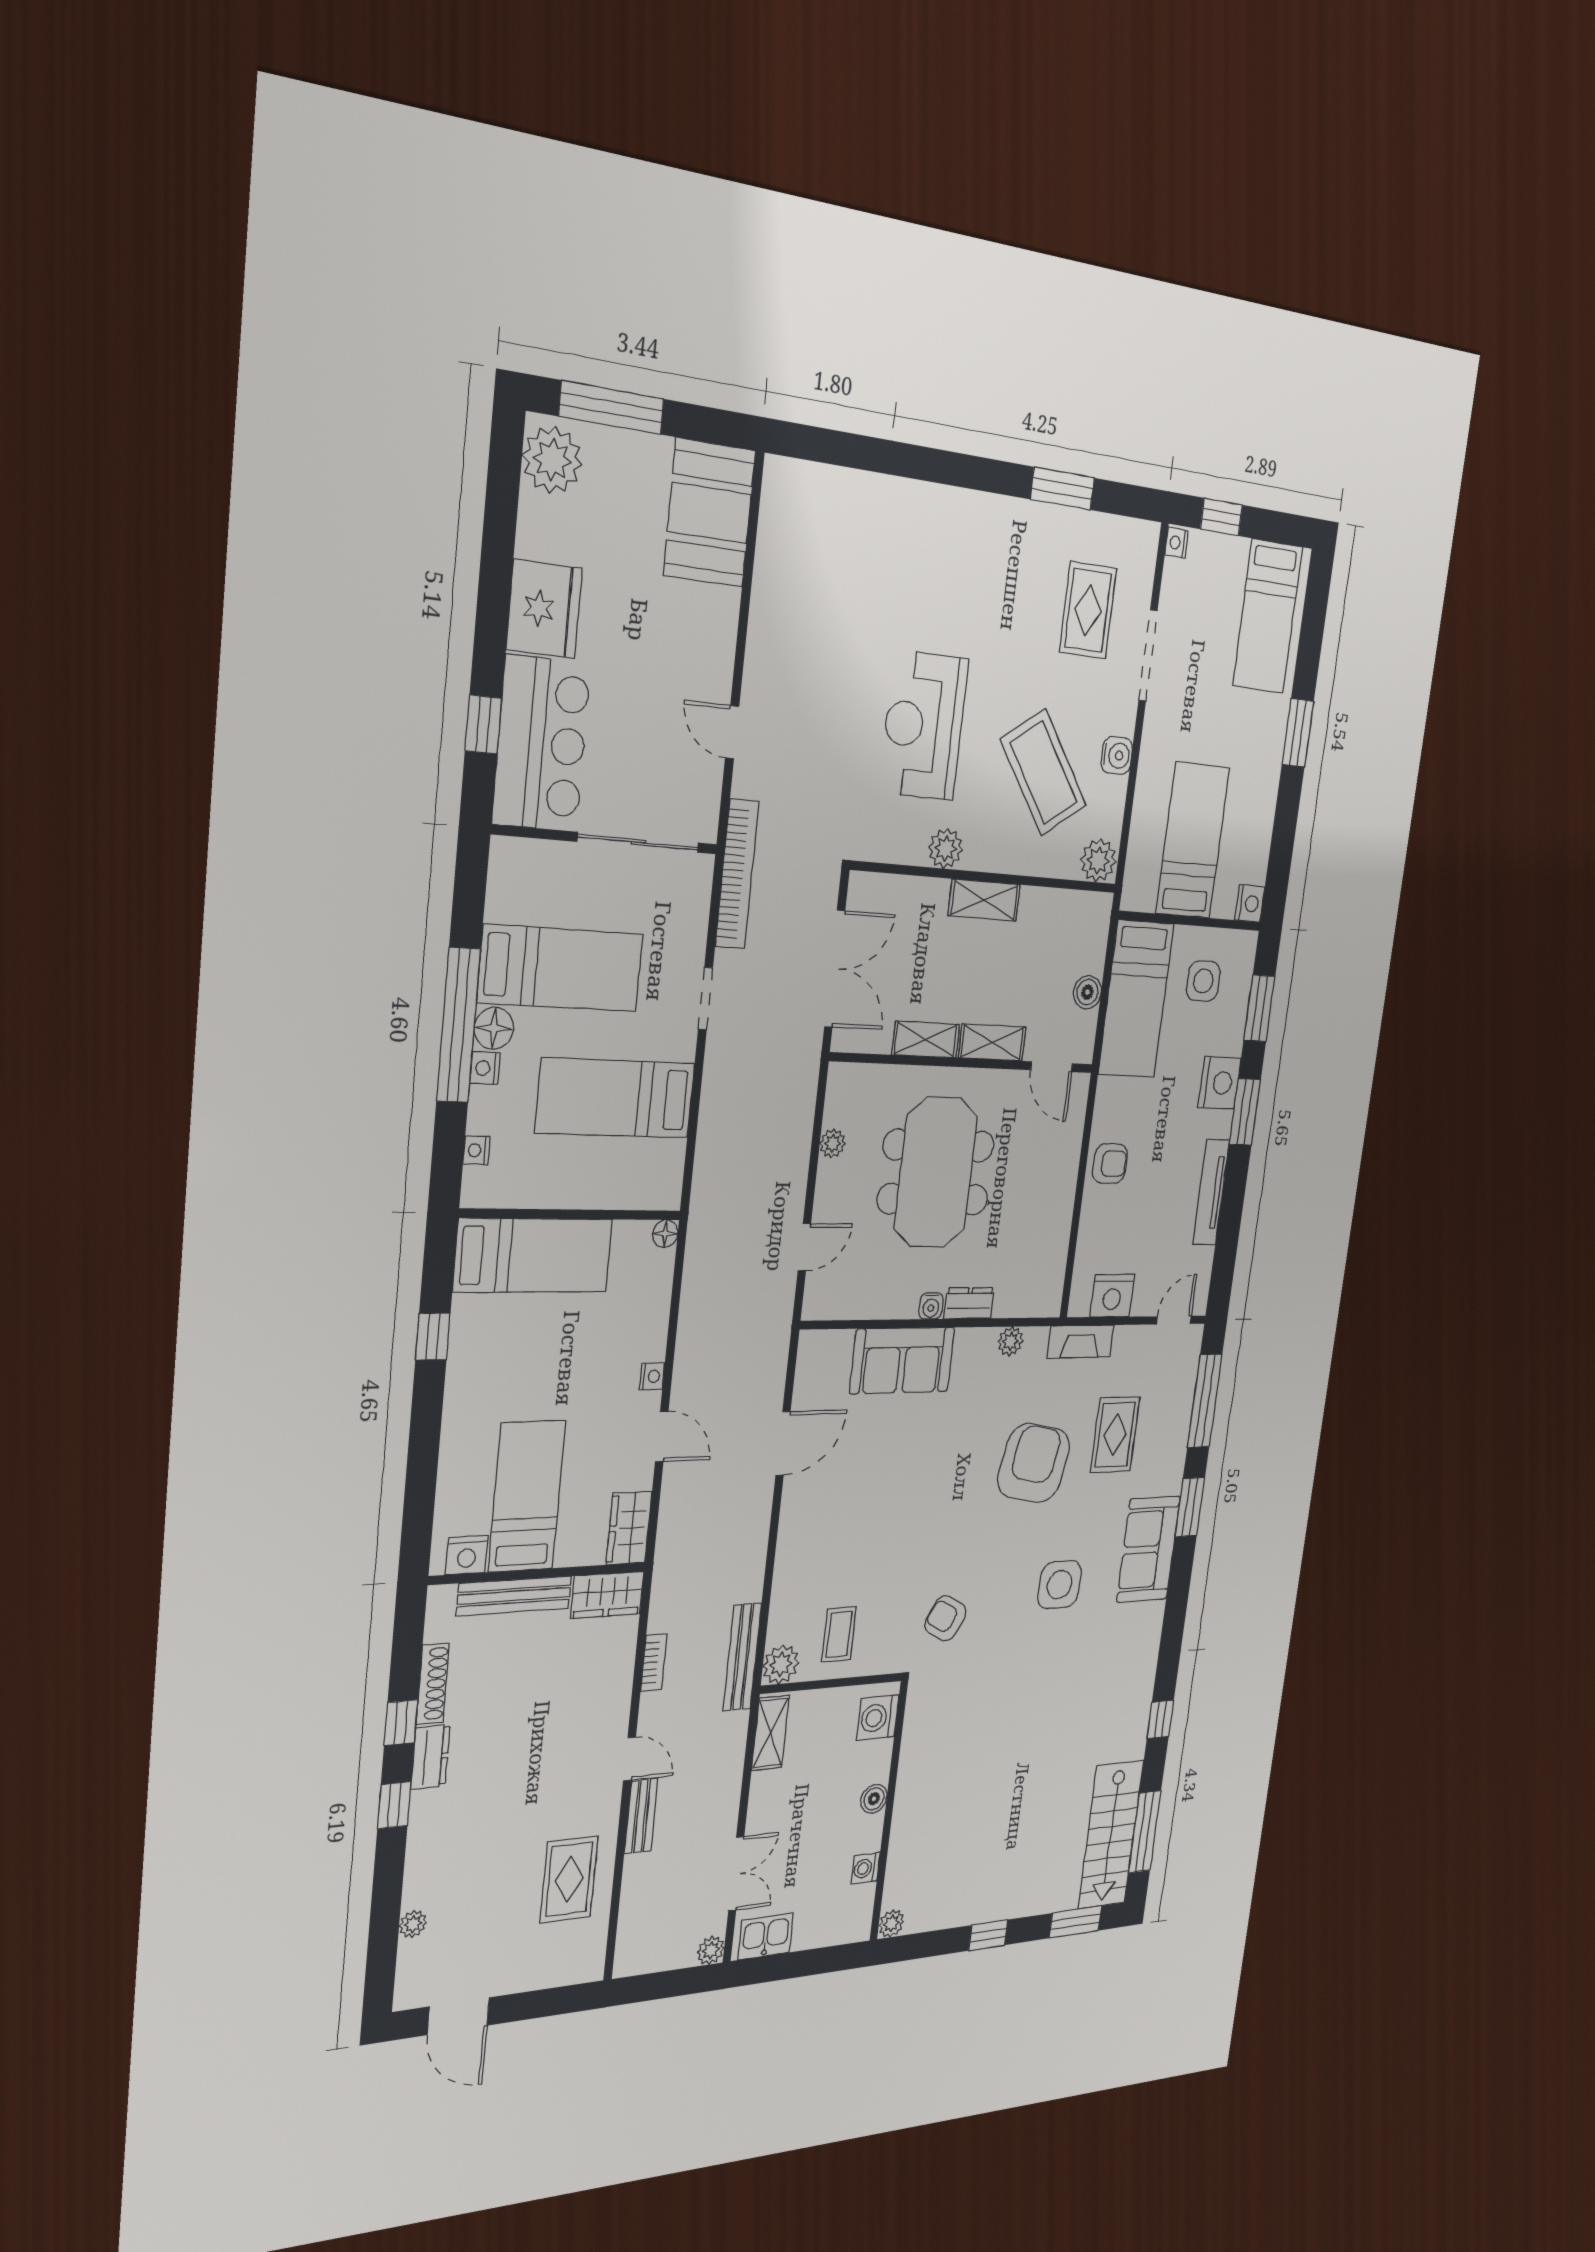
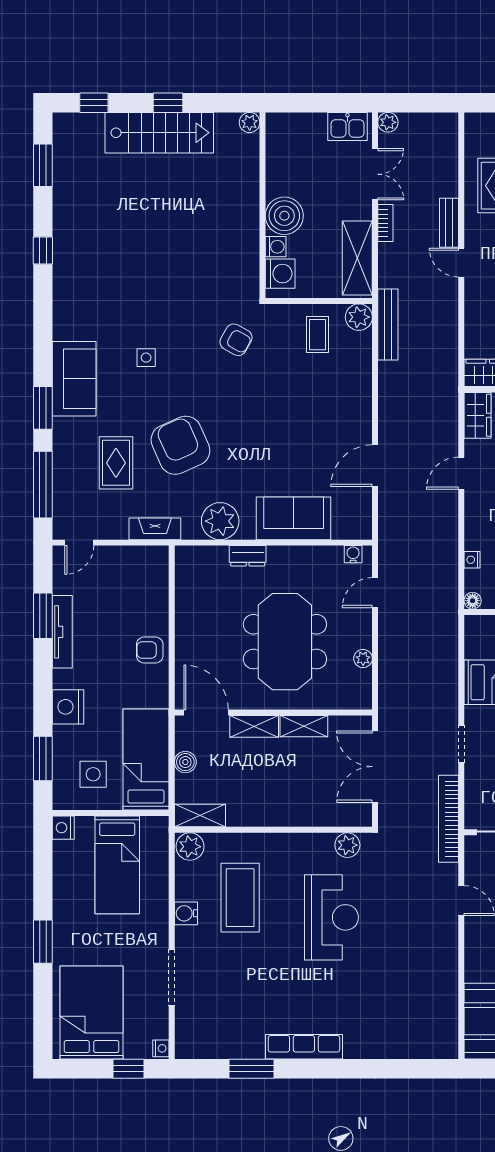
row of seats: (987, 513) -> (304, 1047), added
rug: (1088, 610) -> (222, 999), removed
bed: (1268, 616) -> (91, 1013), width x1.50
coffee table: (1043, 773) -> (240, 898), turned 35
plant: (946, 848) -> (347, 845), moved
shelving: (984, 900) -> (200, 816), moved
door: (1052, 1067) -> (206, 713), width x1.38
window: (1245, 1112) -> (43, 616), moved
nightstand: (1112, 1296) -> (134, 560), removed
water cooler: (931, 1306) -> (353, 554), moved
plant: (1011, 1341) -> (220, 521), width x1.88, depth x1.88
nightstand: (652, 1376) -> (472, 560), moved
door: (662, 1437) -> (461, 473), hinge flipped
armchair: (1034, 1463) -> (180, 445), turned 145
side table: (1060, 1585) -> (146, 358), width x0.54, depth x0.54
bookcase: (654, 1662) -> (385, 223), moved, turned 180
shelving: (770, 1733) -> (357, 258), width x1.50, depth x1.33
boiler: (874, 1799) -> (284, 216), width x1.86, depth x1.86
window: (1145, 1832) -> (43, 165), width x0.69
stairs: (1111, 1835) -> (159, 133), moved, turned 90
washing machine: (866, 1868) -> (276, 247), moved
double door: (736, 1874) -> (375, 174), swing flipped
window: (1075, 1922) -> (94, 103), width x0.67

